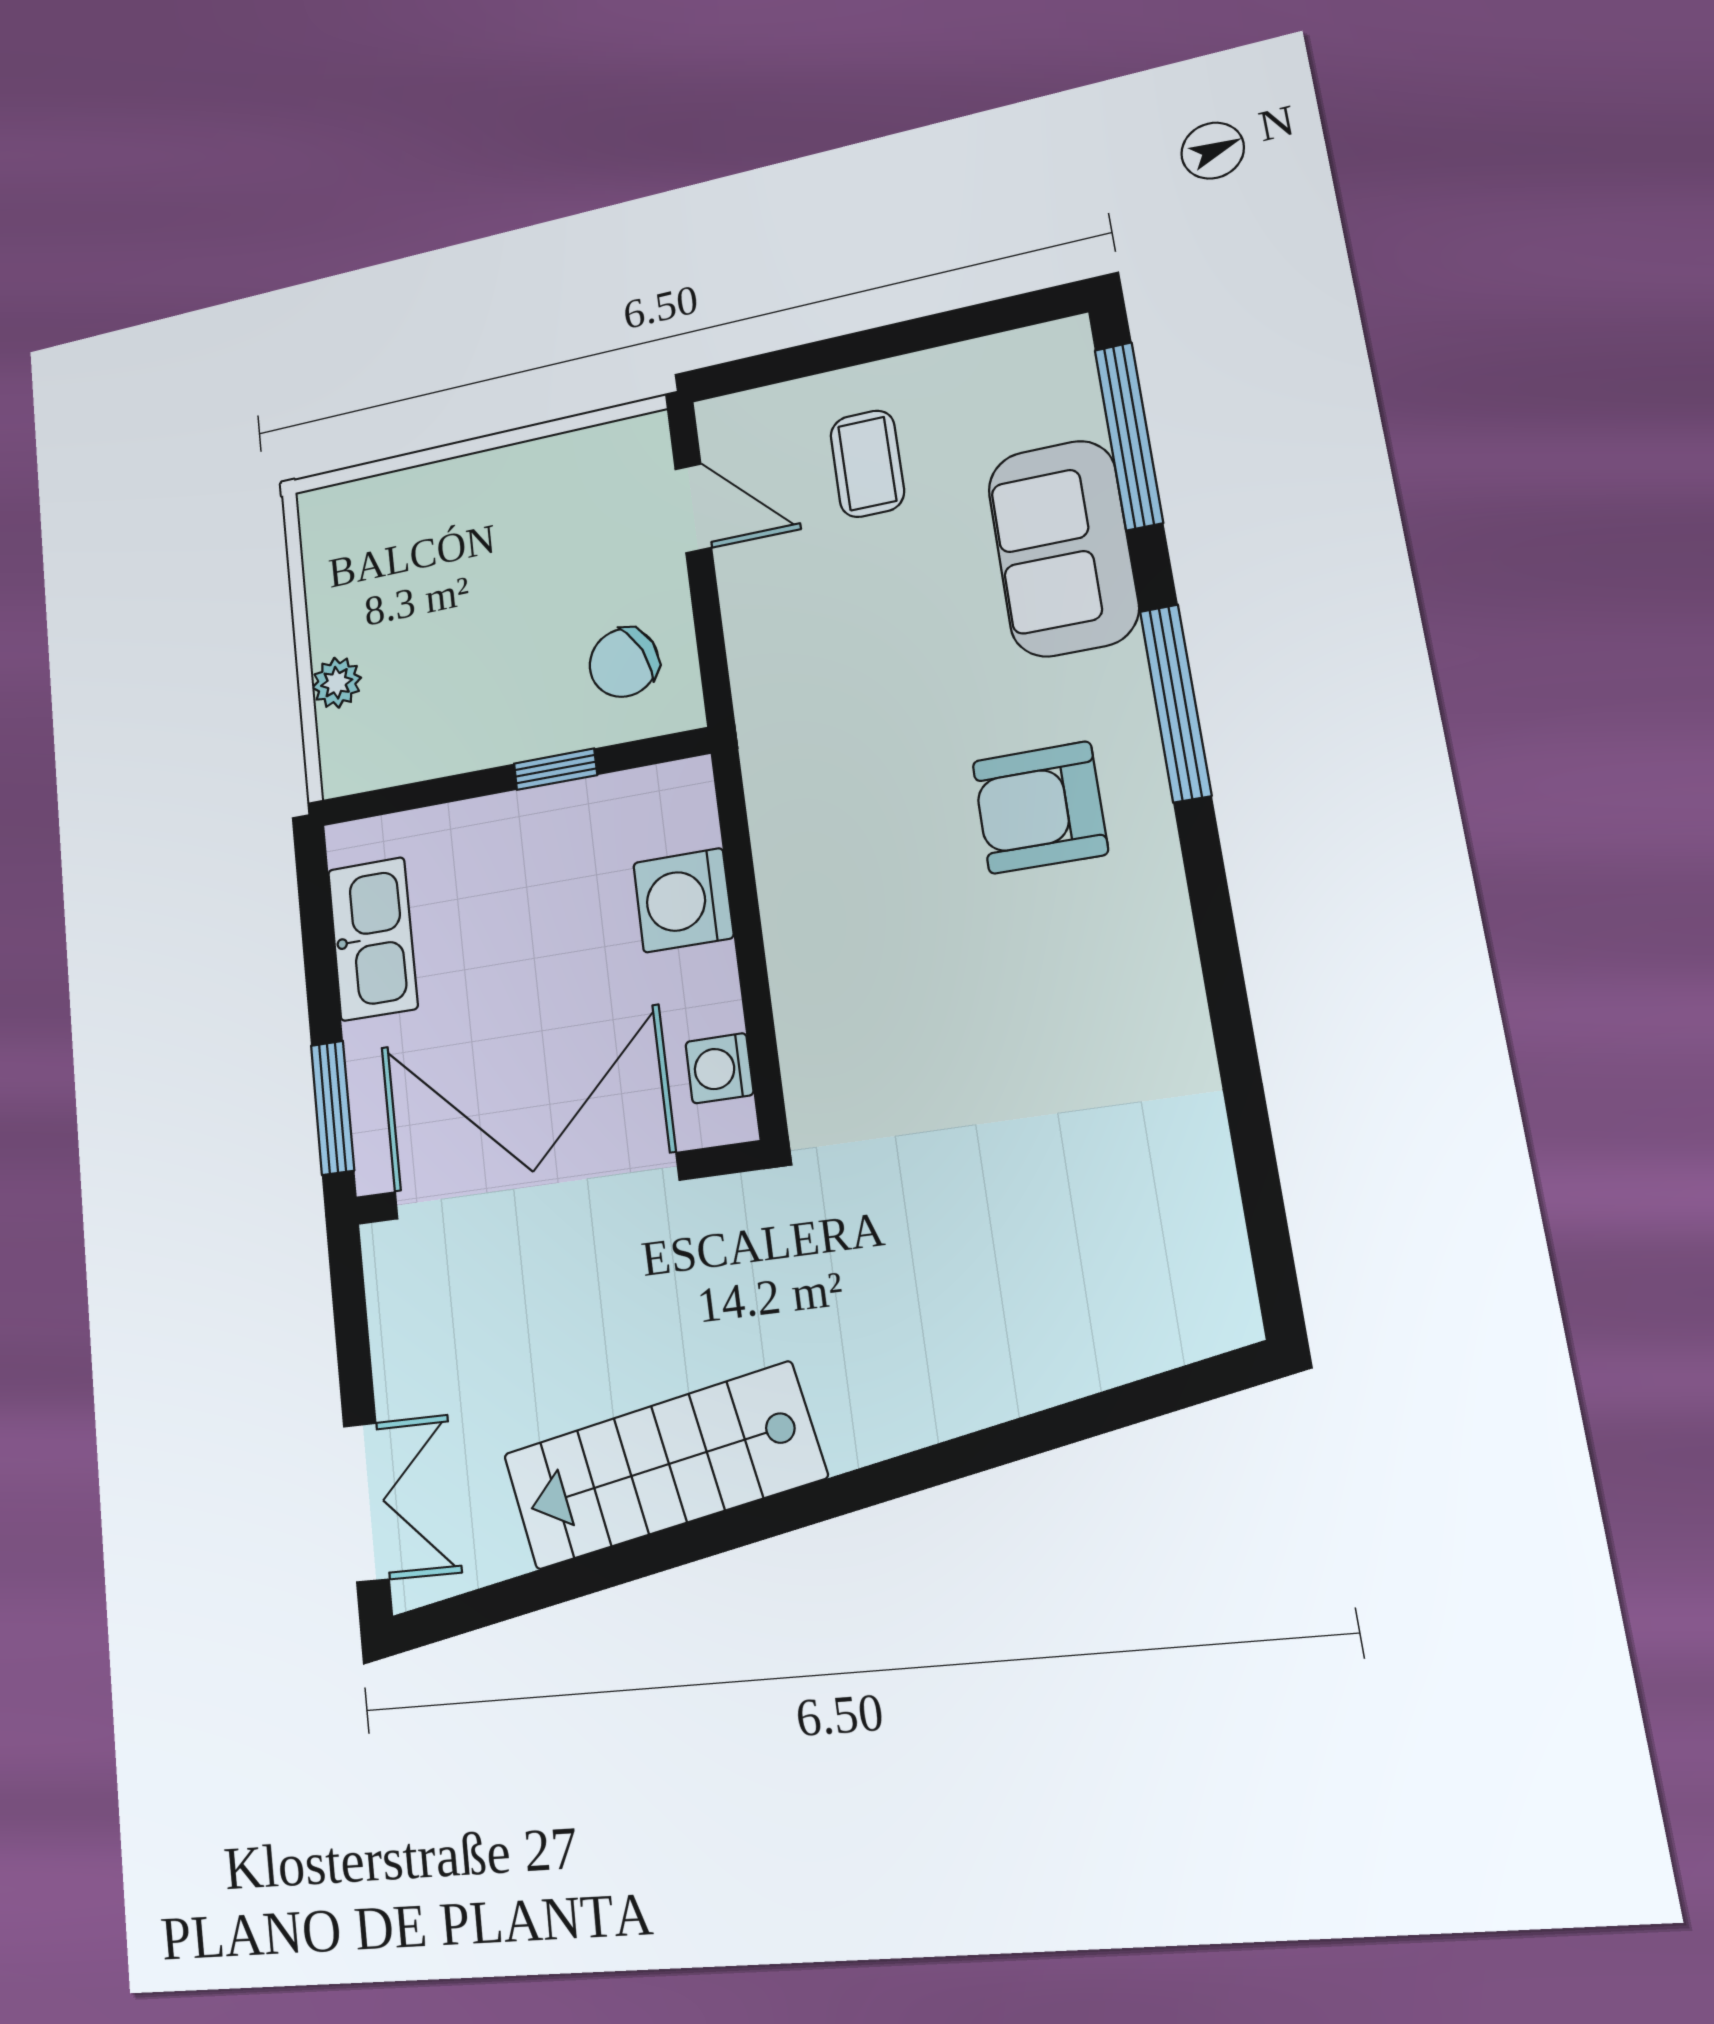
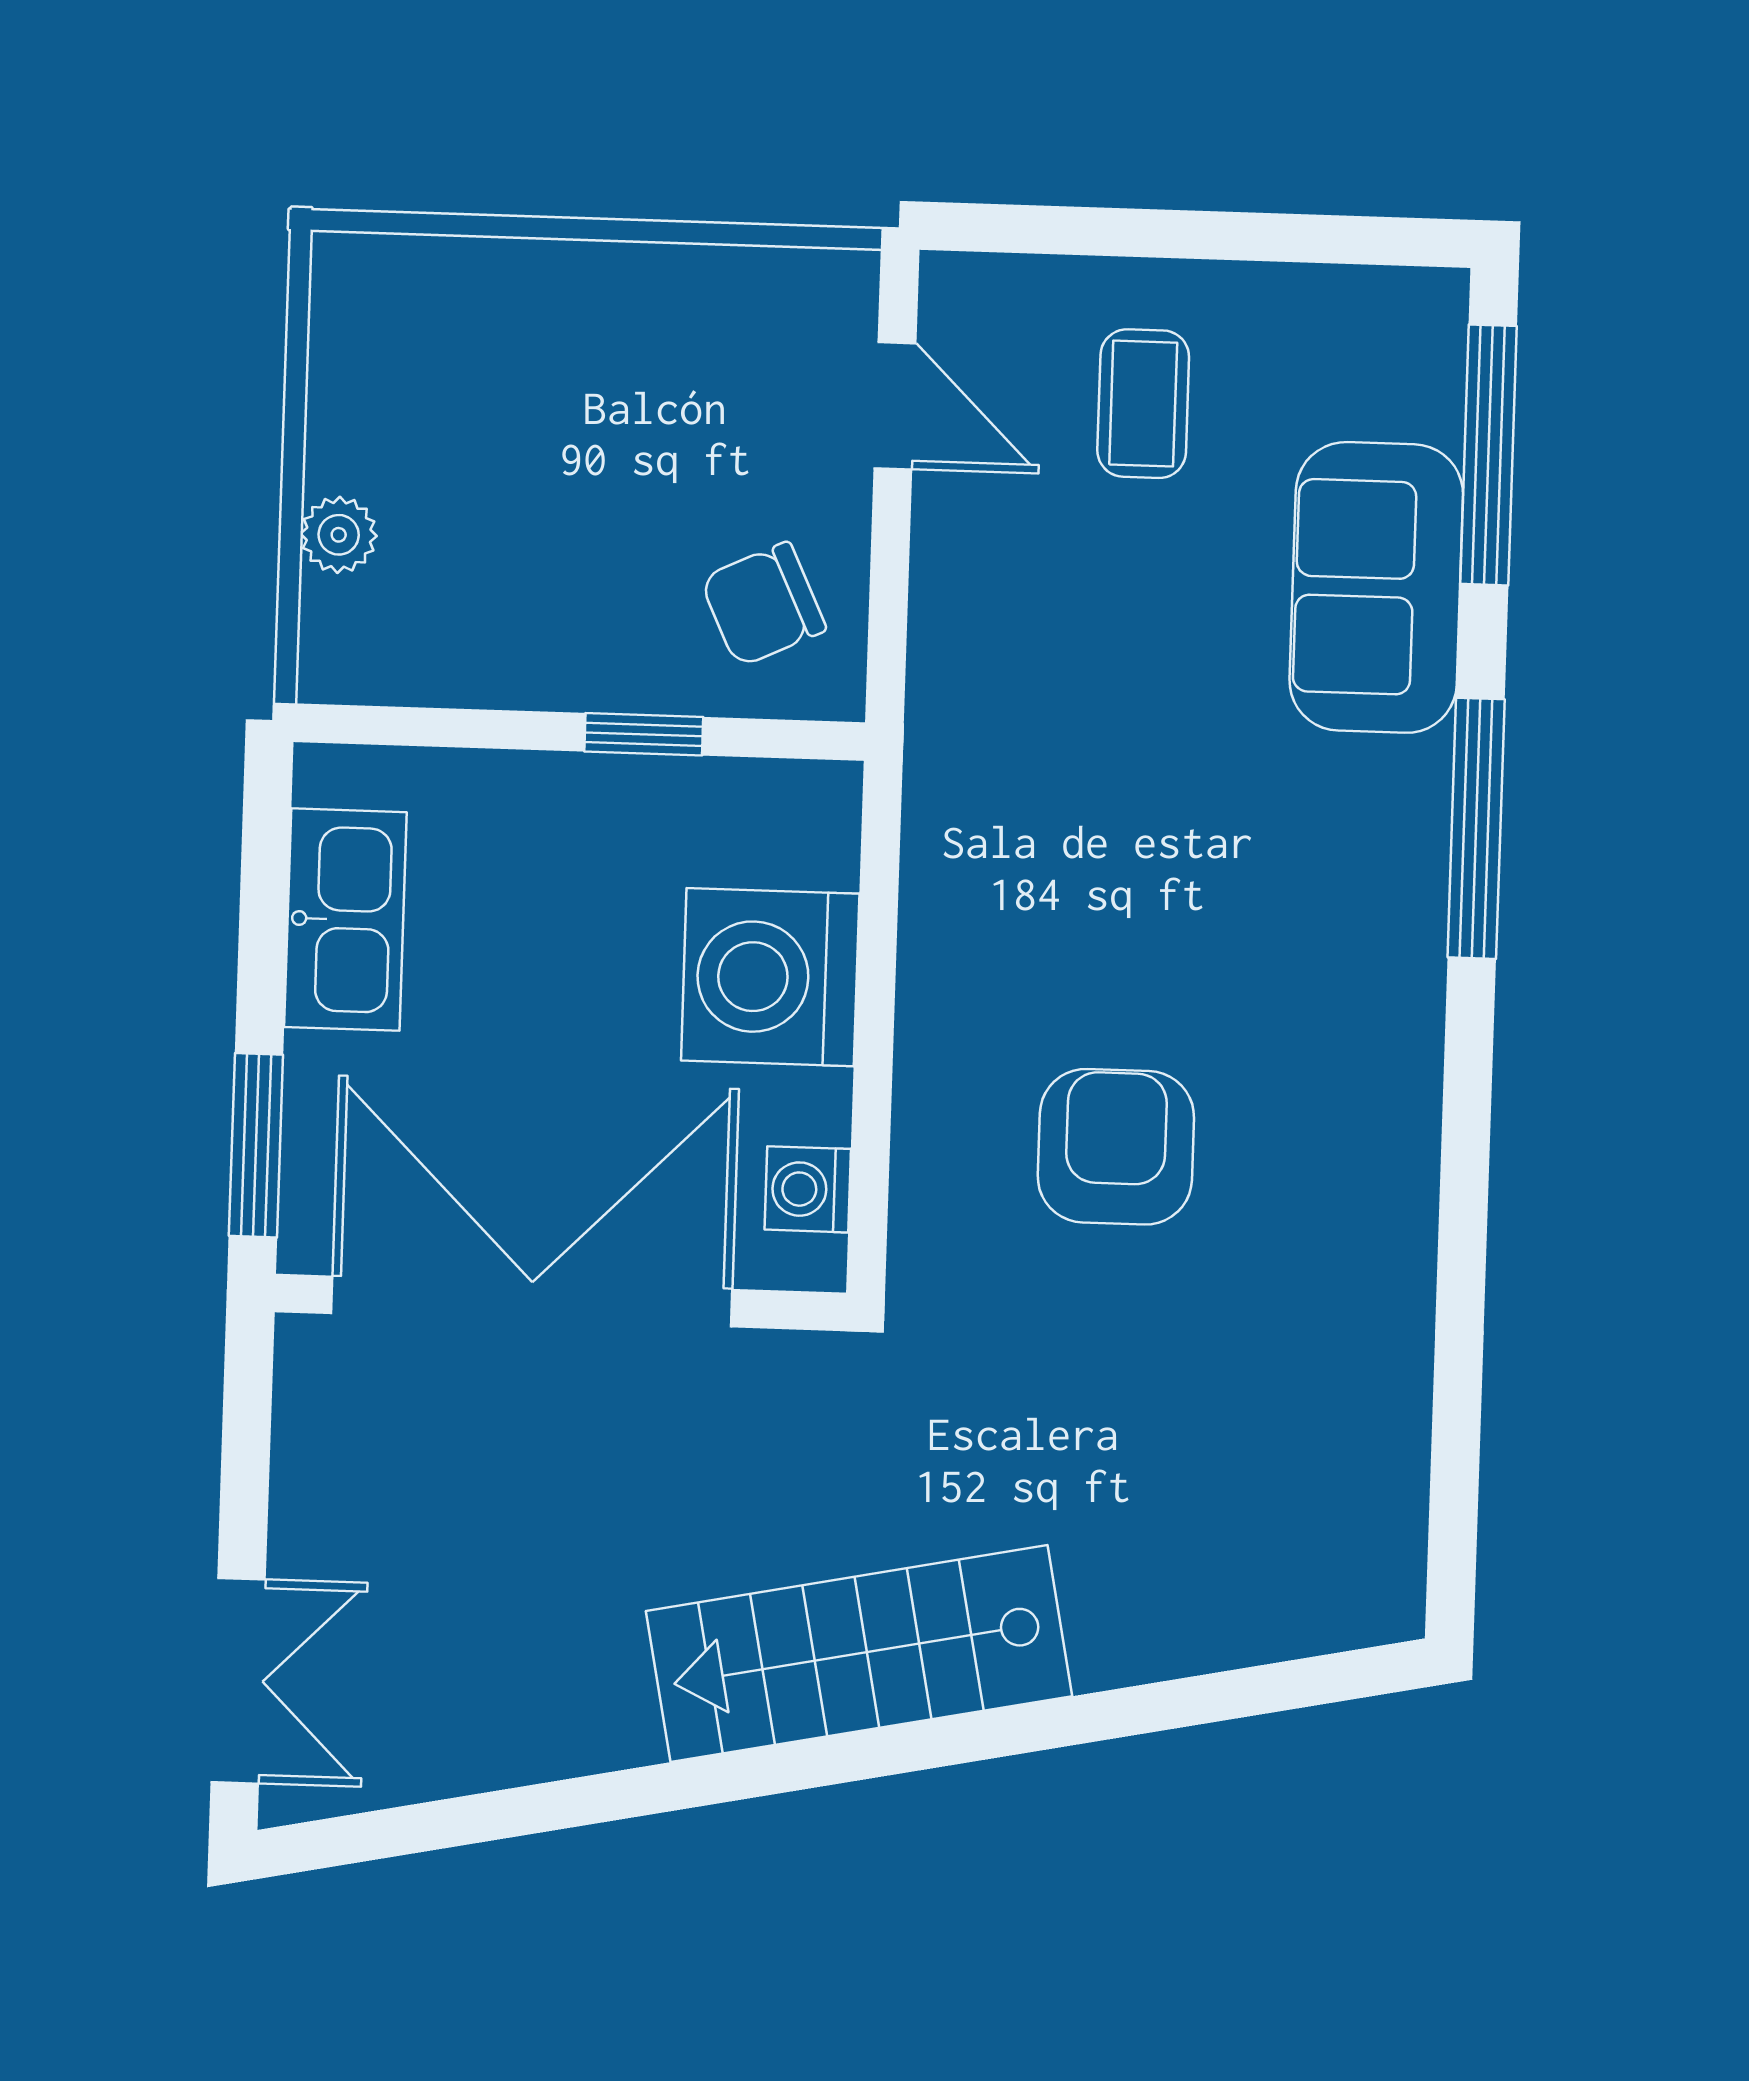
armchair: (1040, 808) -> (1116, 1147), moved, turned 90
washing machine: (683, 900) -> (770, 977), width x1.37, depth x1.37
stairs: (663, 1466) -> (859, 1654), moved

